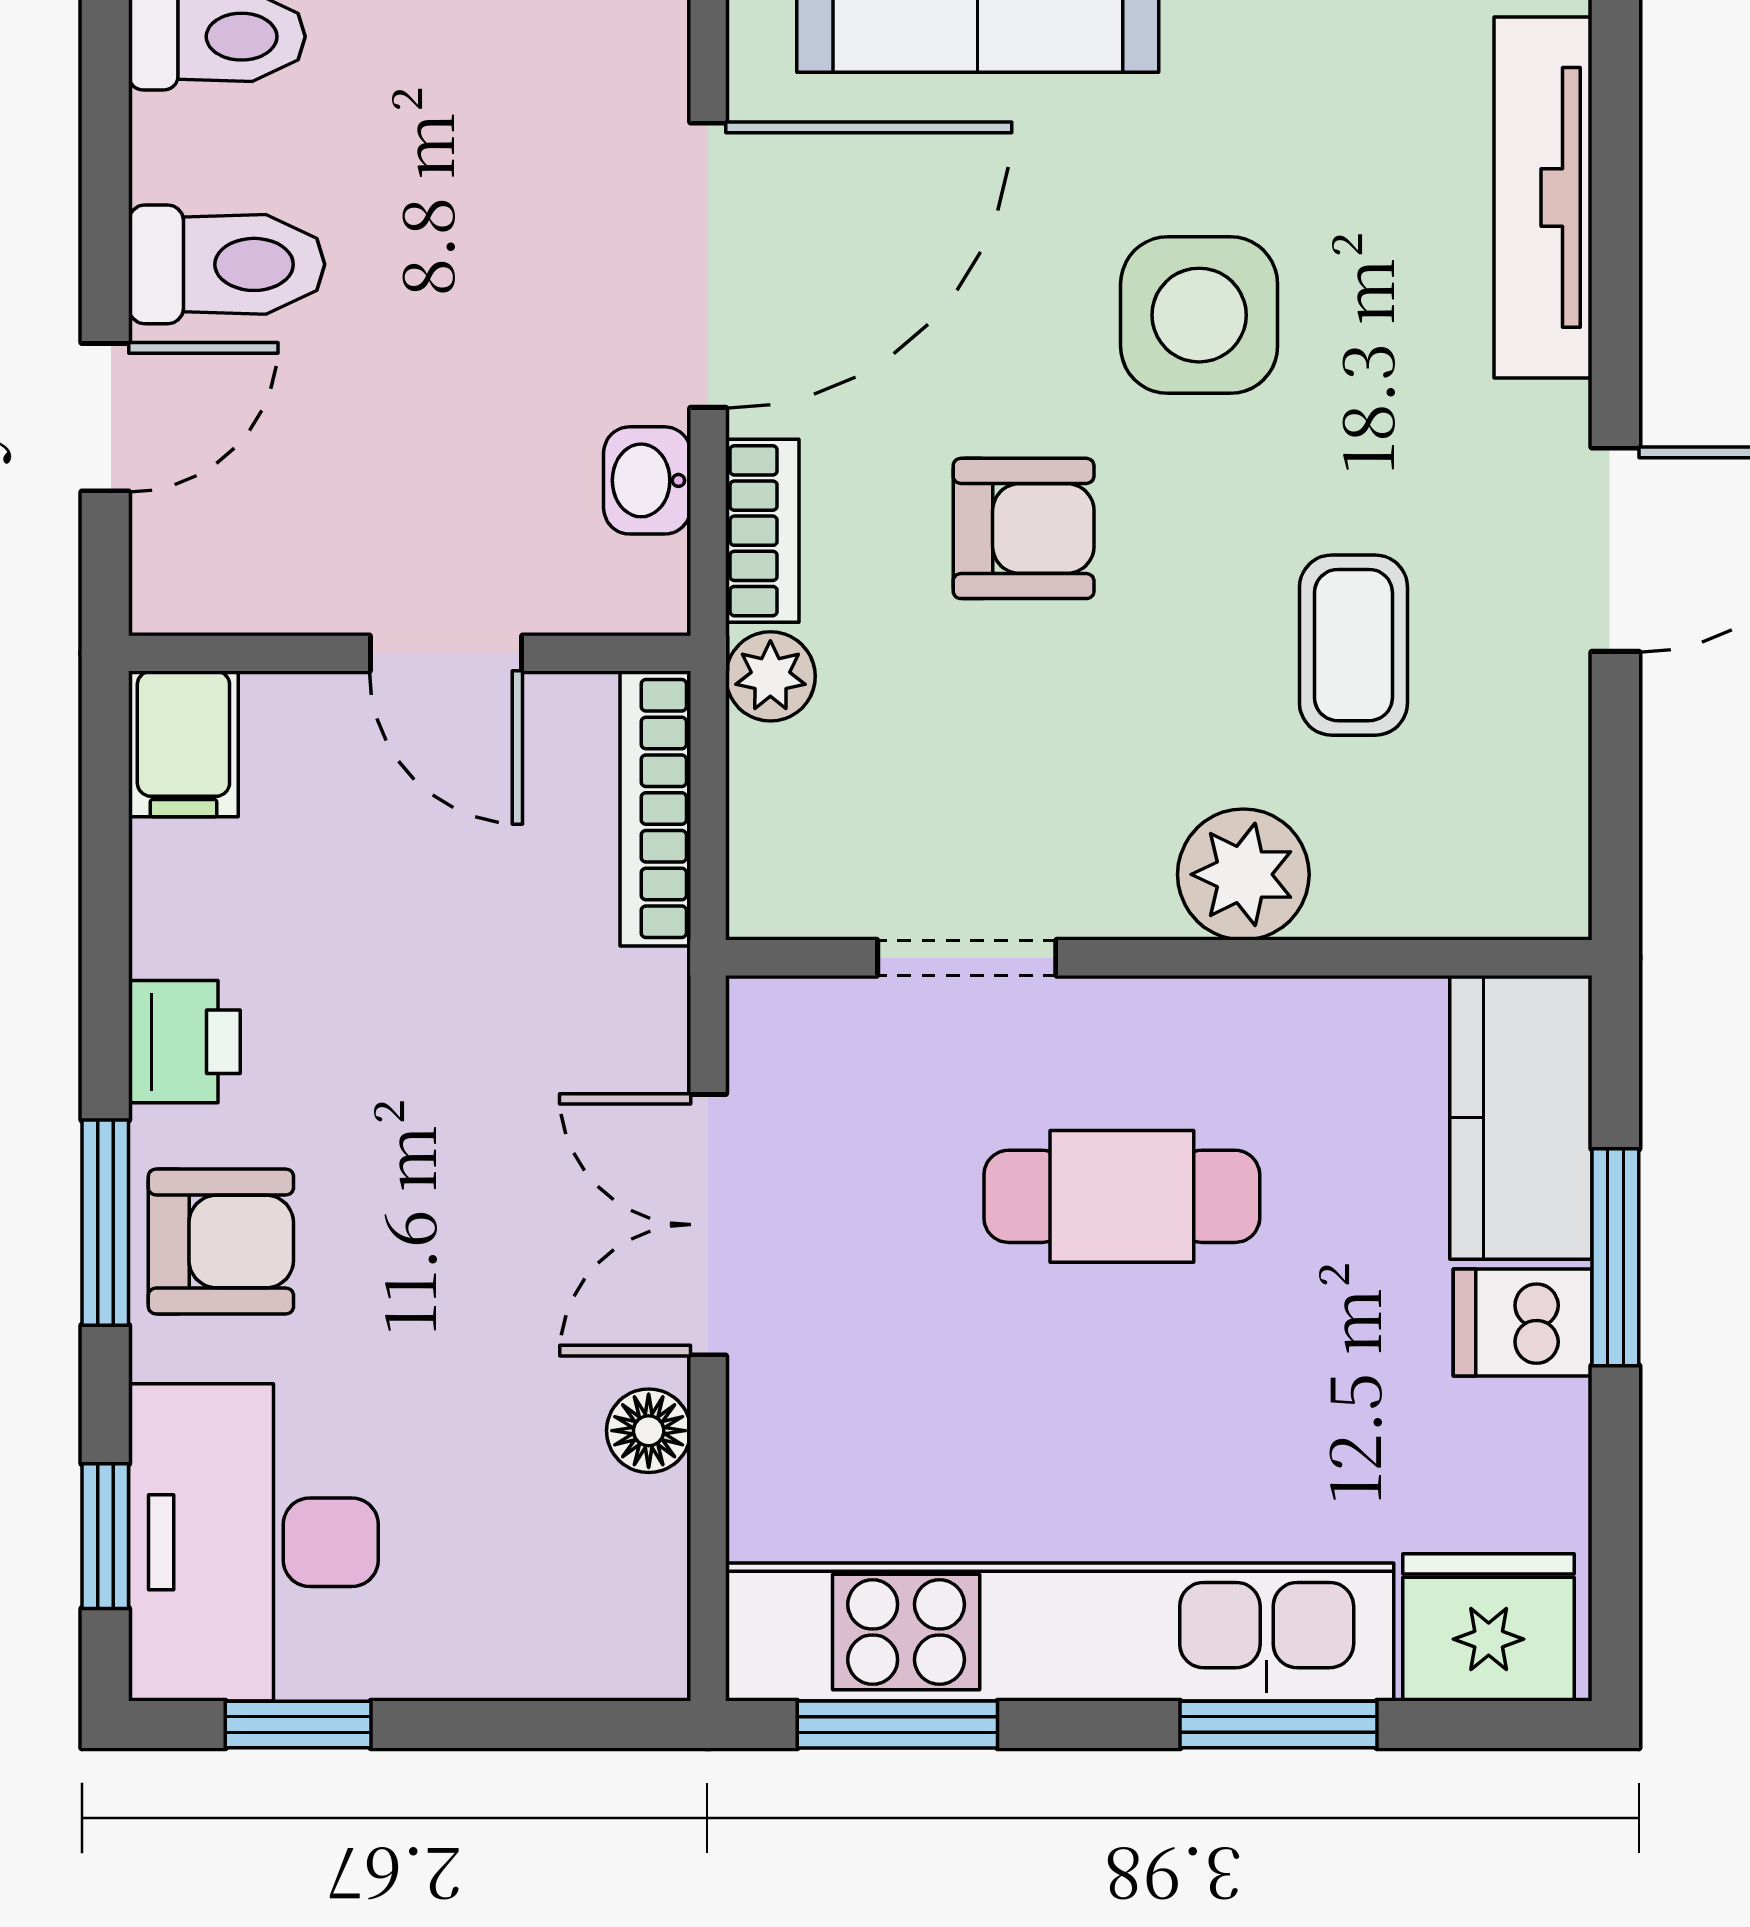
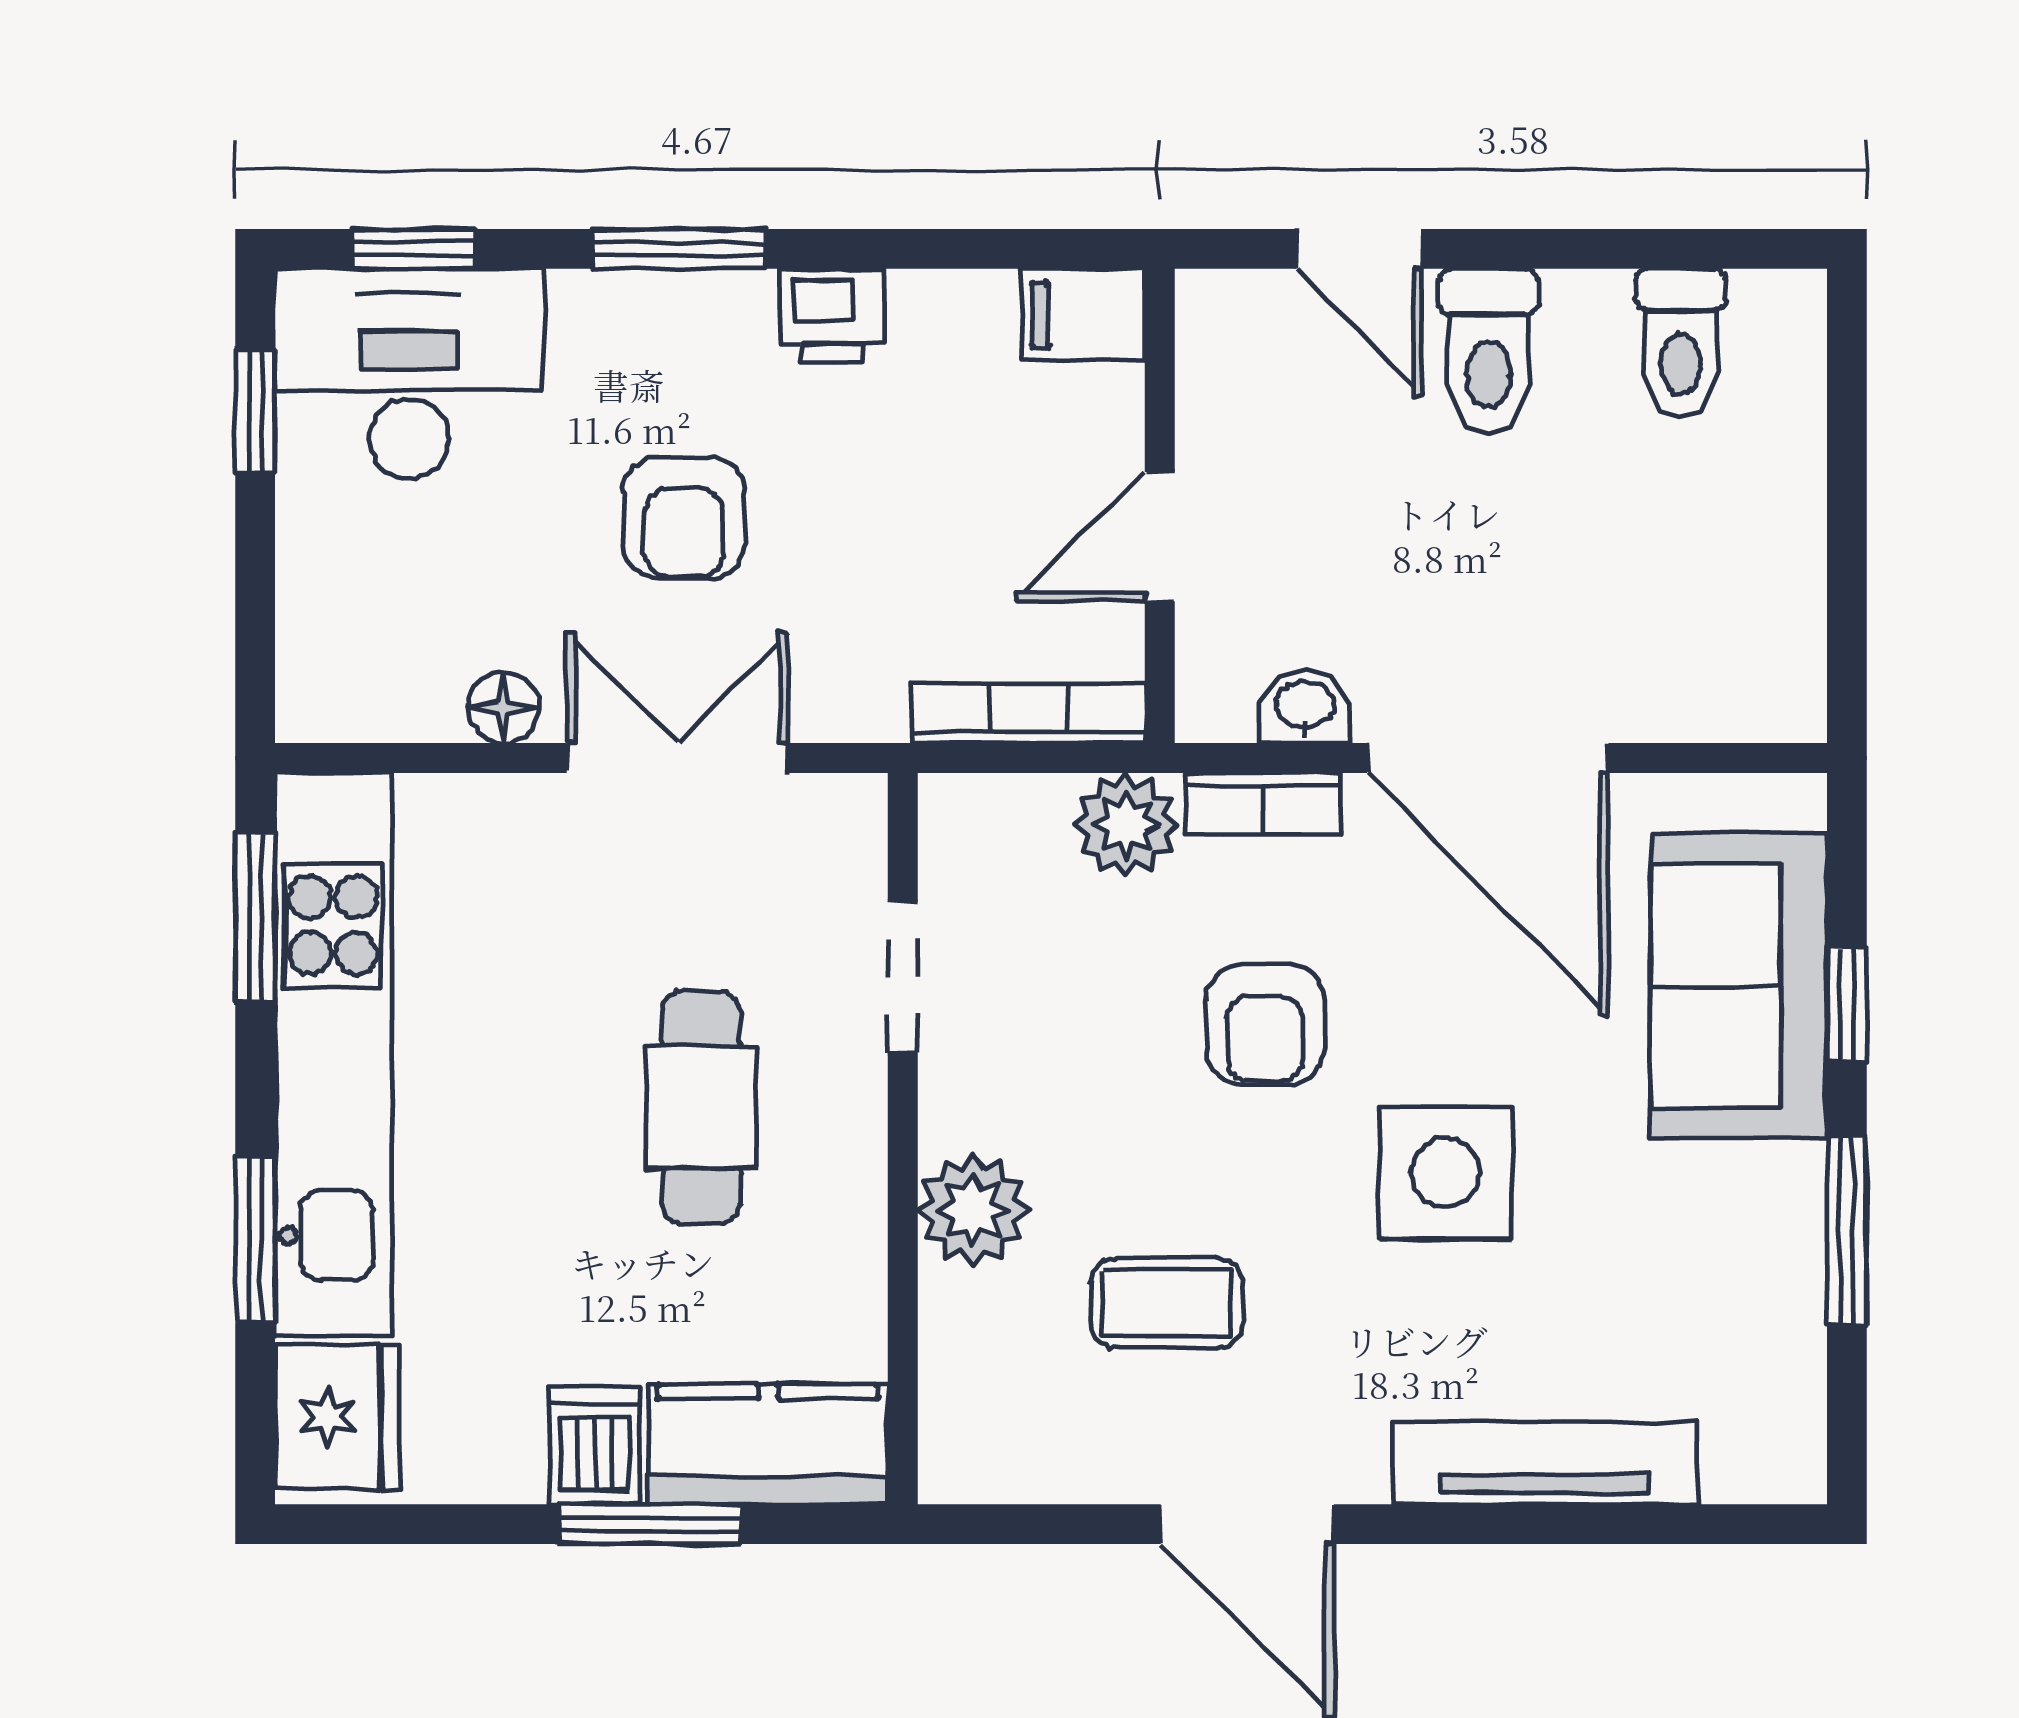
plant: (770, 676) -> (1126, 825), width x1.38, depth x1.38
armchair: (221, 1241) -> (684, 518), moved

